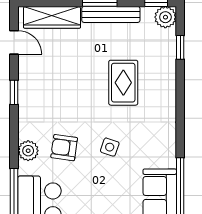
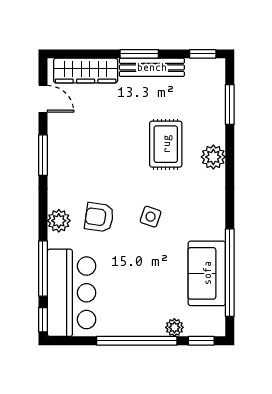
plant: (165, 17) -> (213, 157), moved
window: (180, 47) -> (230, 105), width x1.50
window: (14, 92) -> (43, 155), width x1.50

